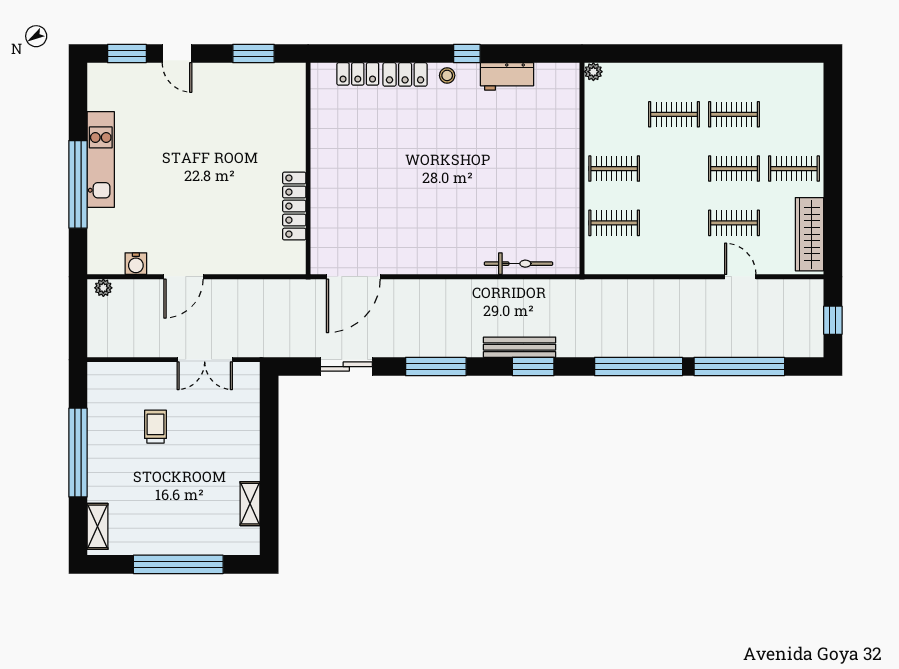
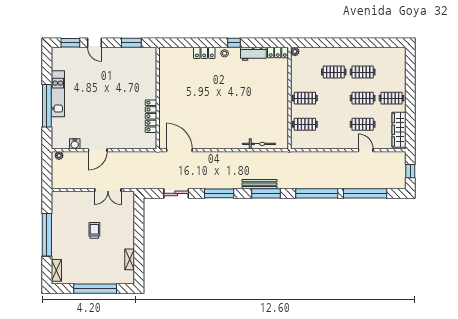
locker: (358, 74) -> (278, 53), moved
door: (353, 277) -> (179, 150), swing flipped
window: (533, 367) -> (266, 193), width x1.44
trolley: (155, 427) -> (94, 230), moved

